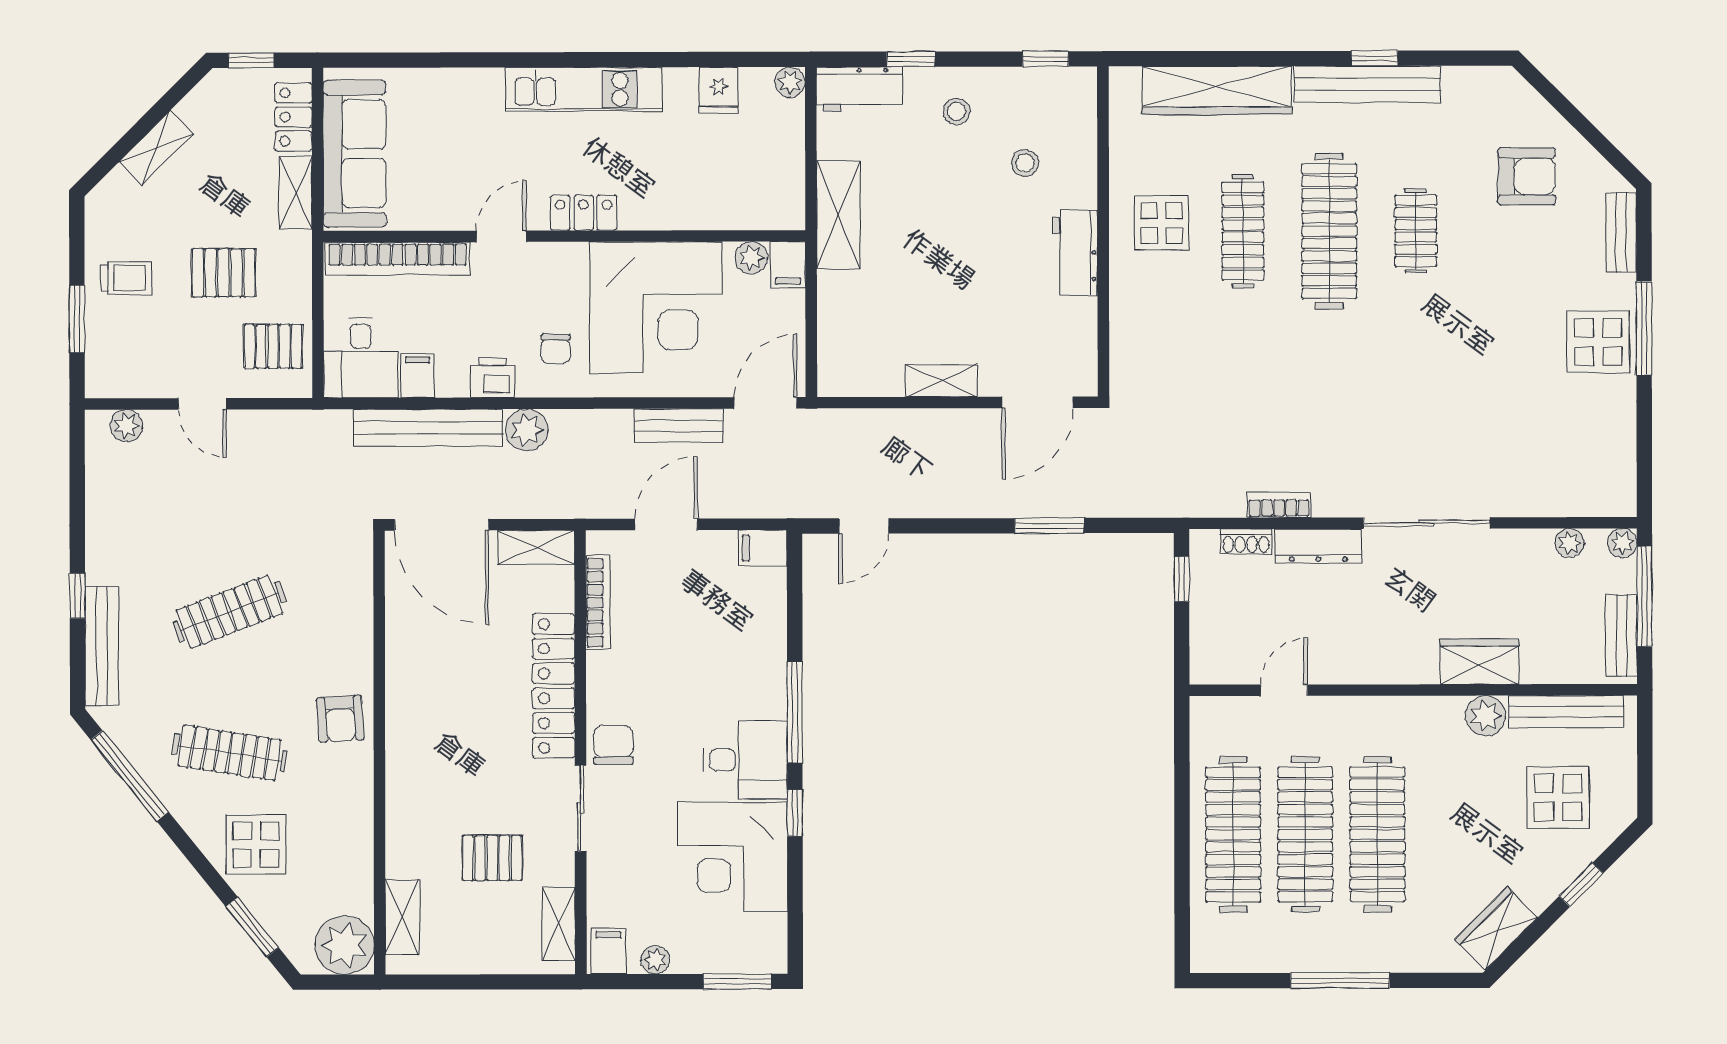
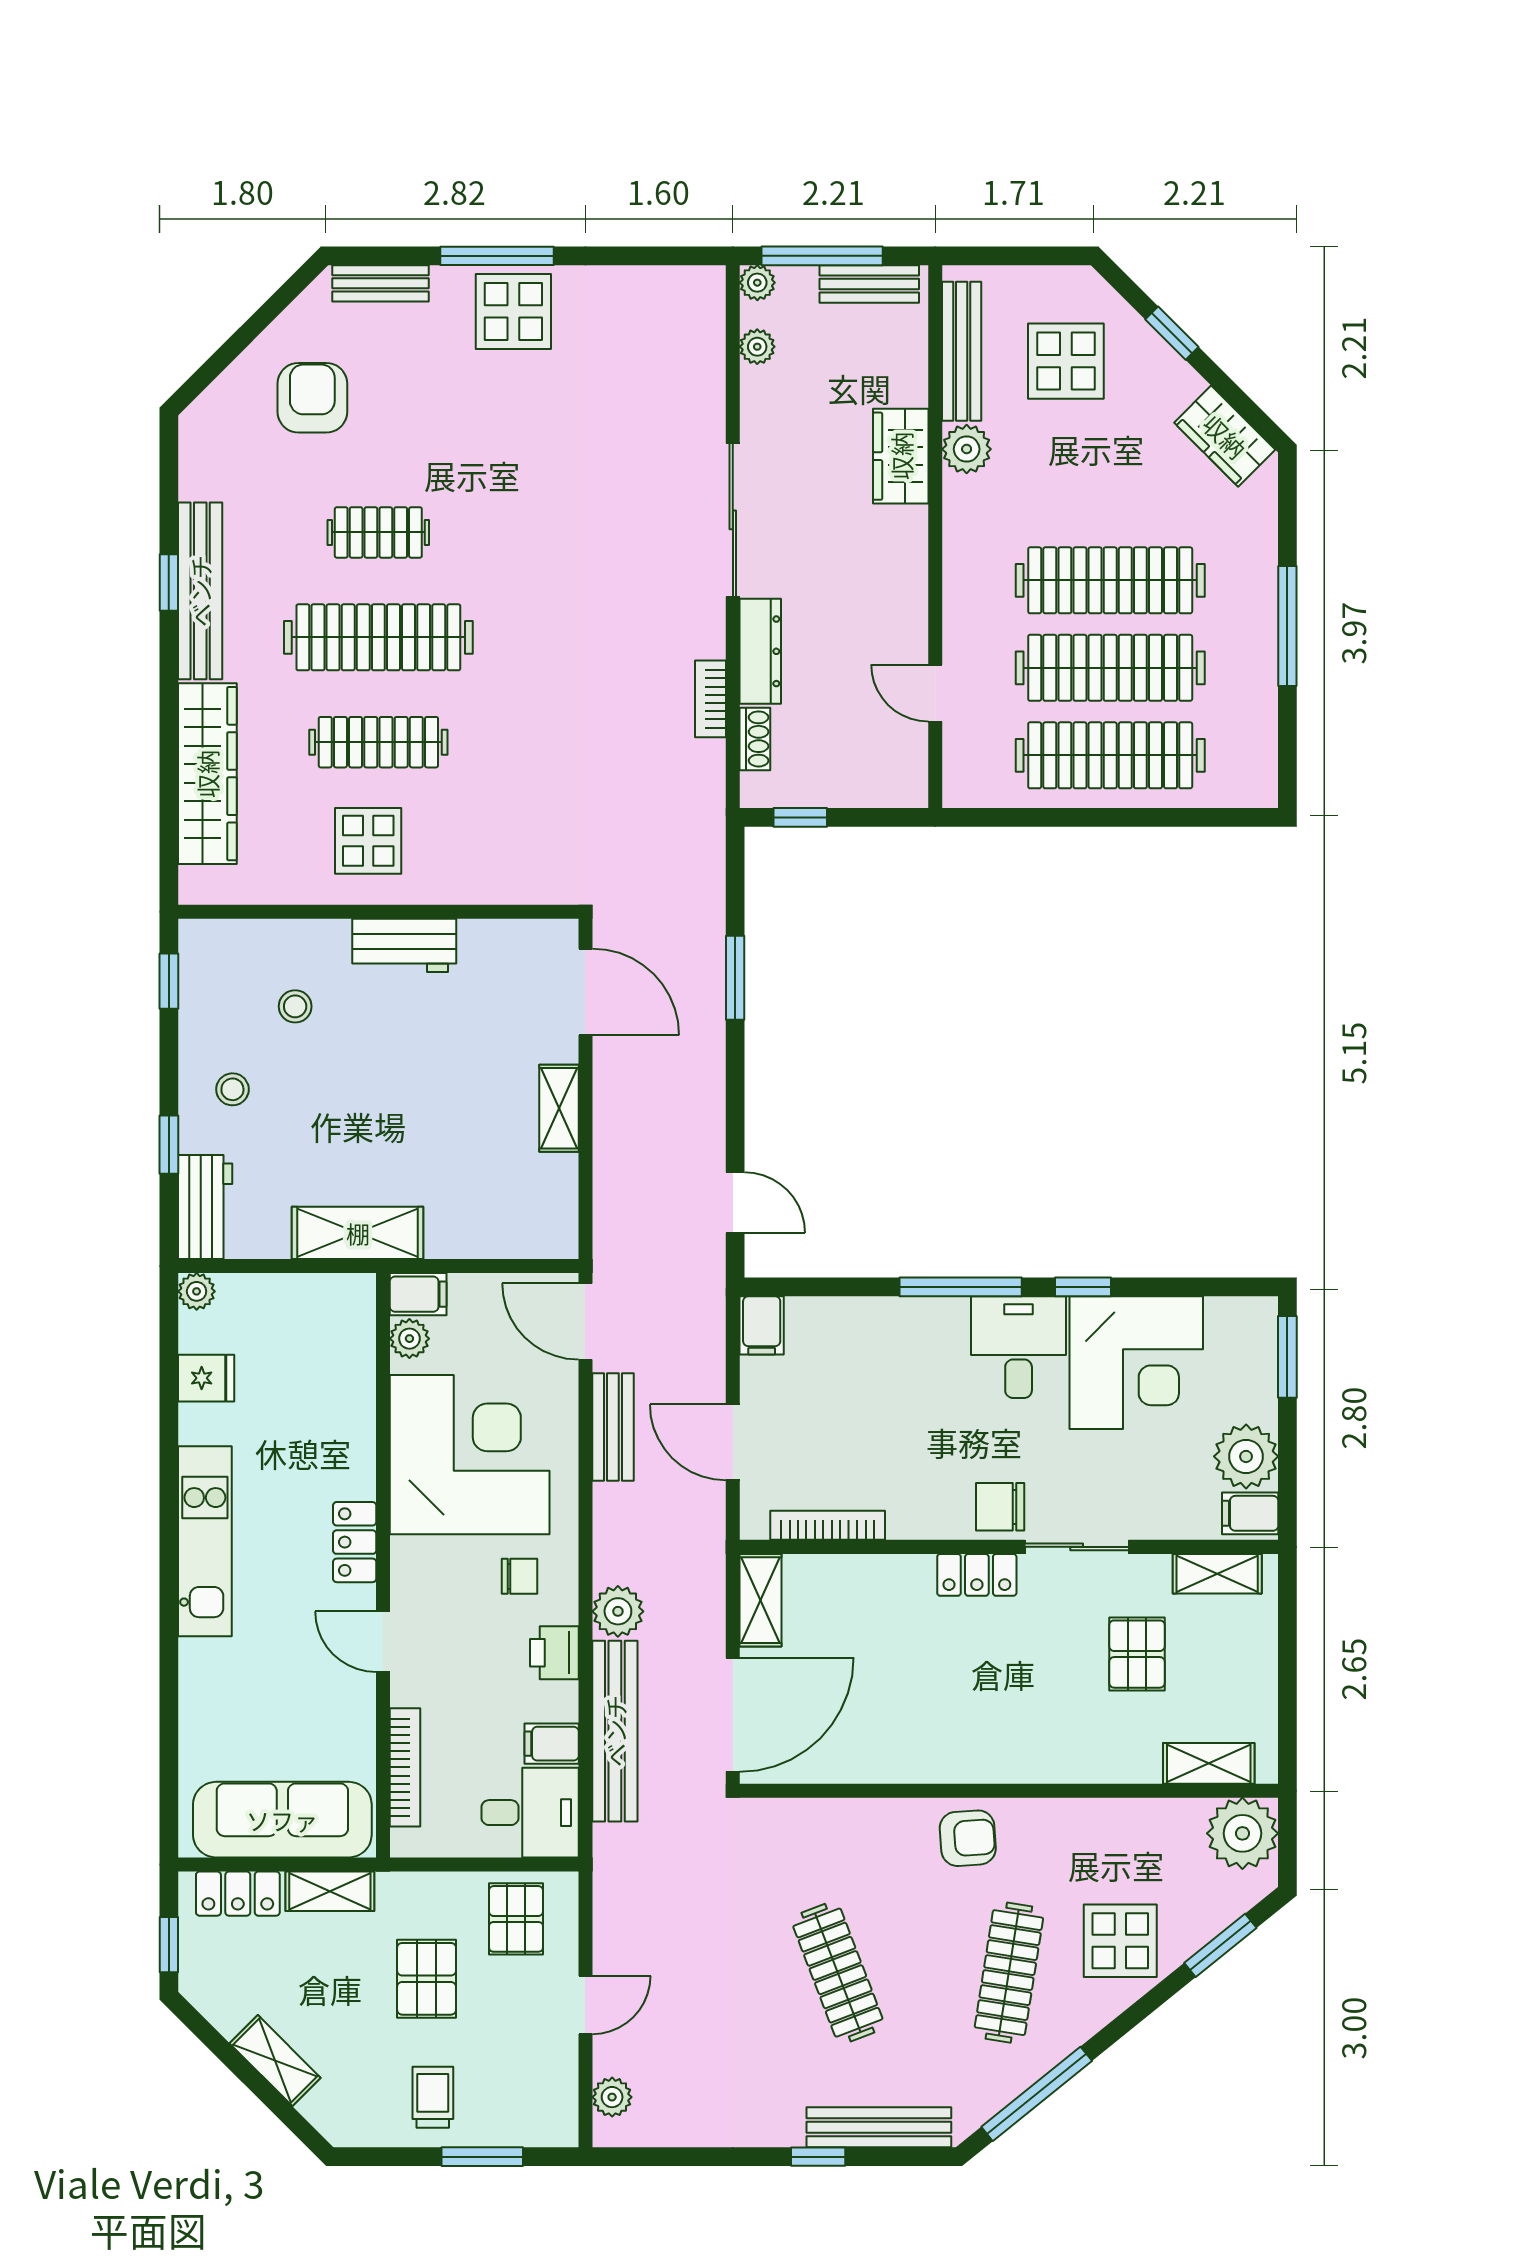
bookcase: (398, 259) -> (405, 1767), width x0.68, depth x0.76
locker: (554, 686) -> (977, 1575), width x0.46, depth x0.83
plant: (655, 960) -> (1246, 1456), width x1.87, depth x1.87

